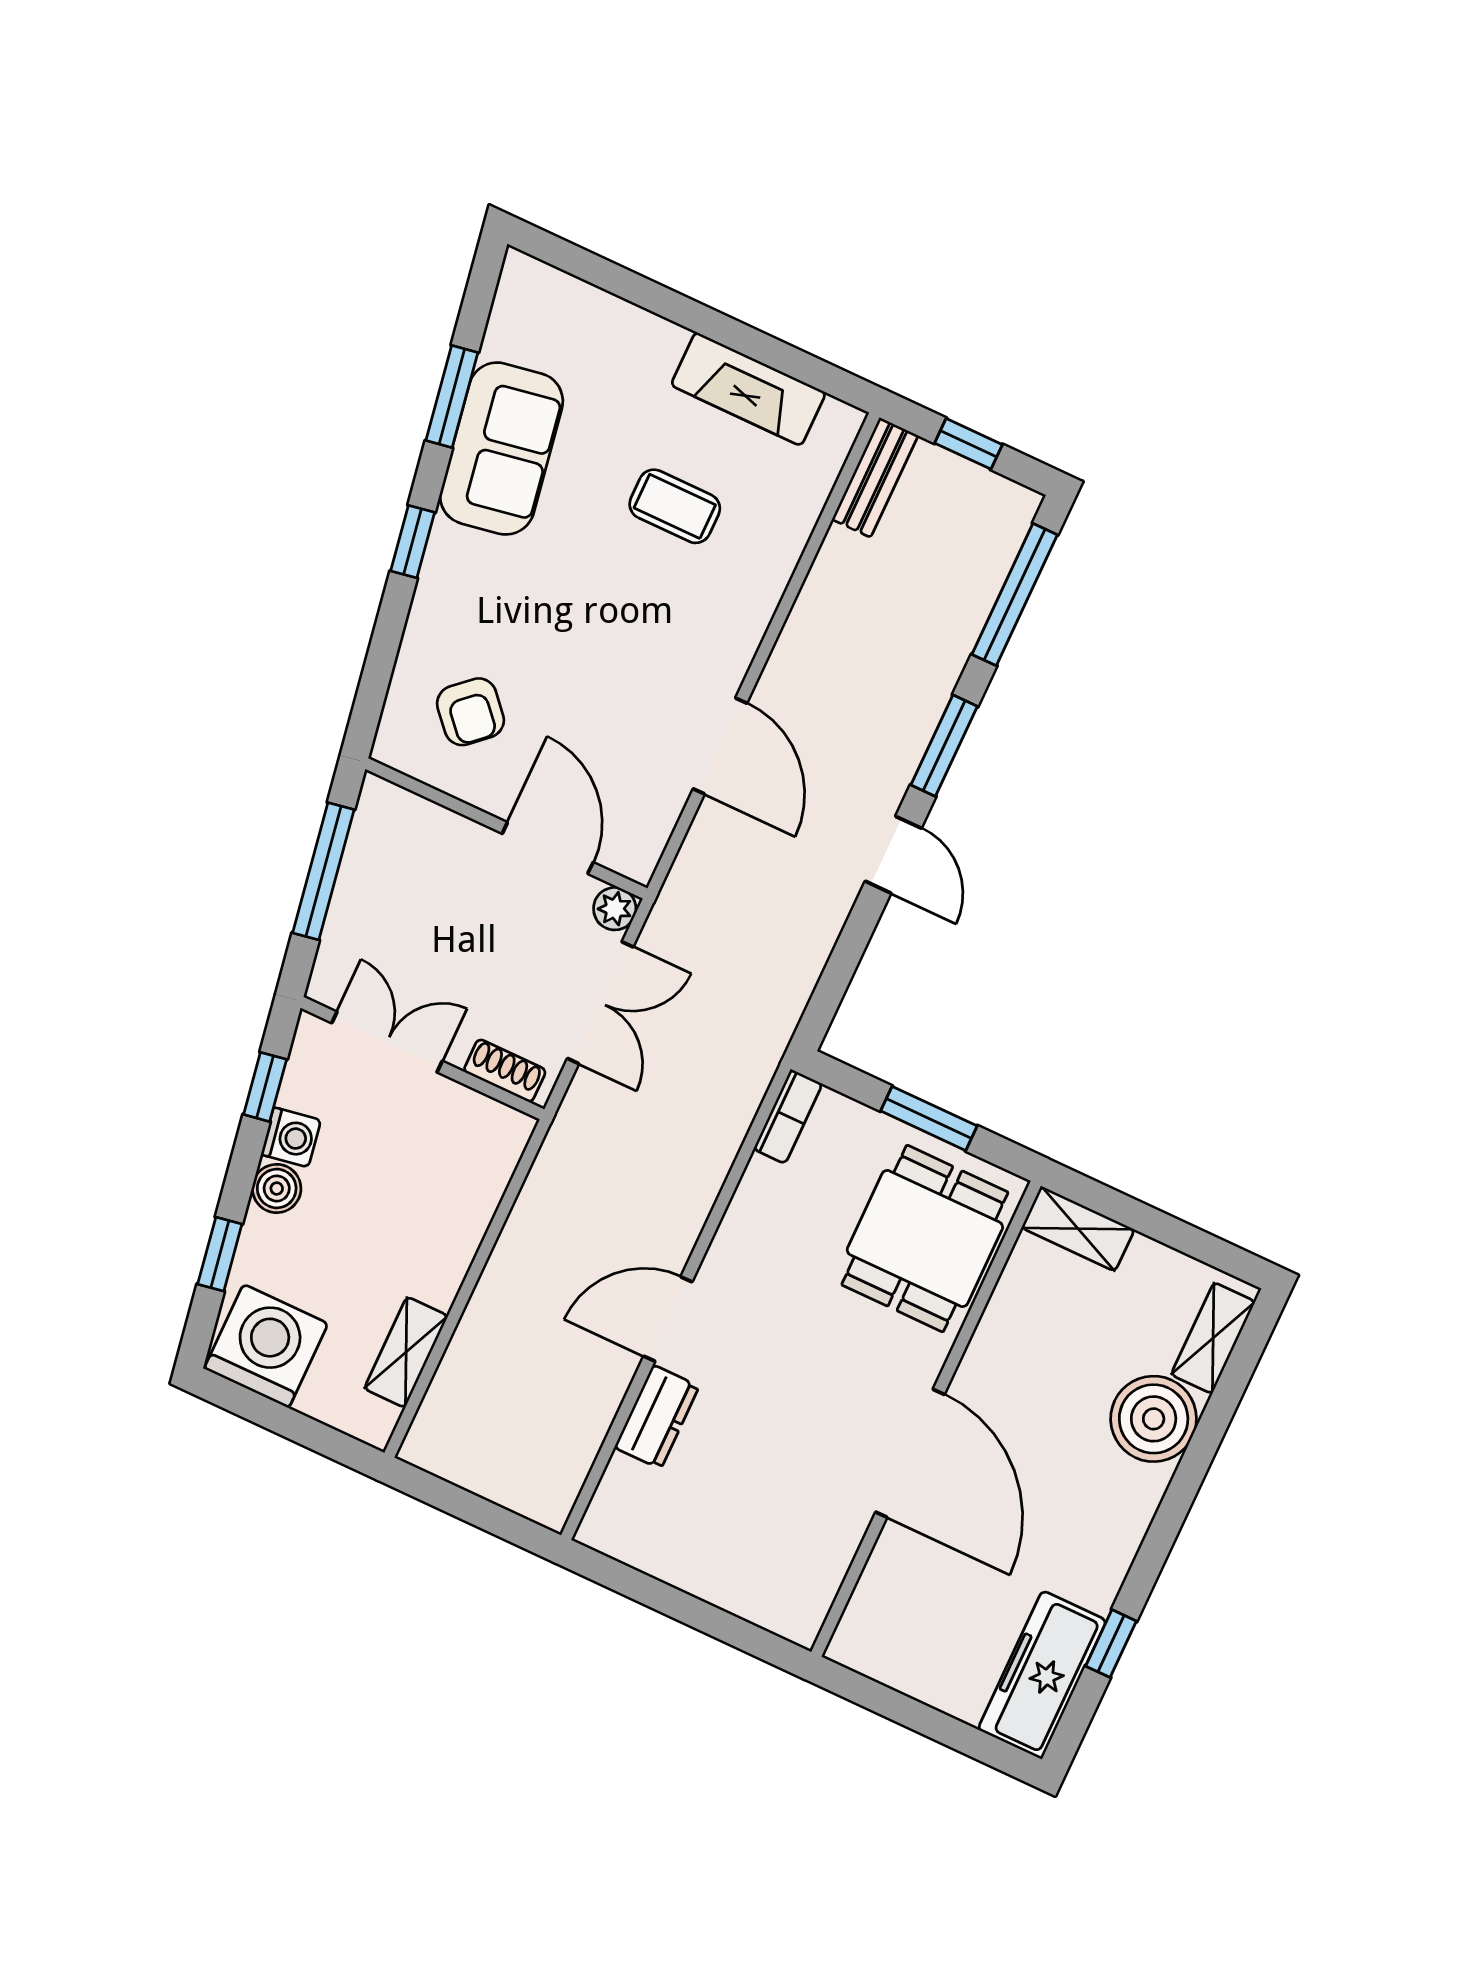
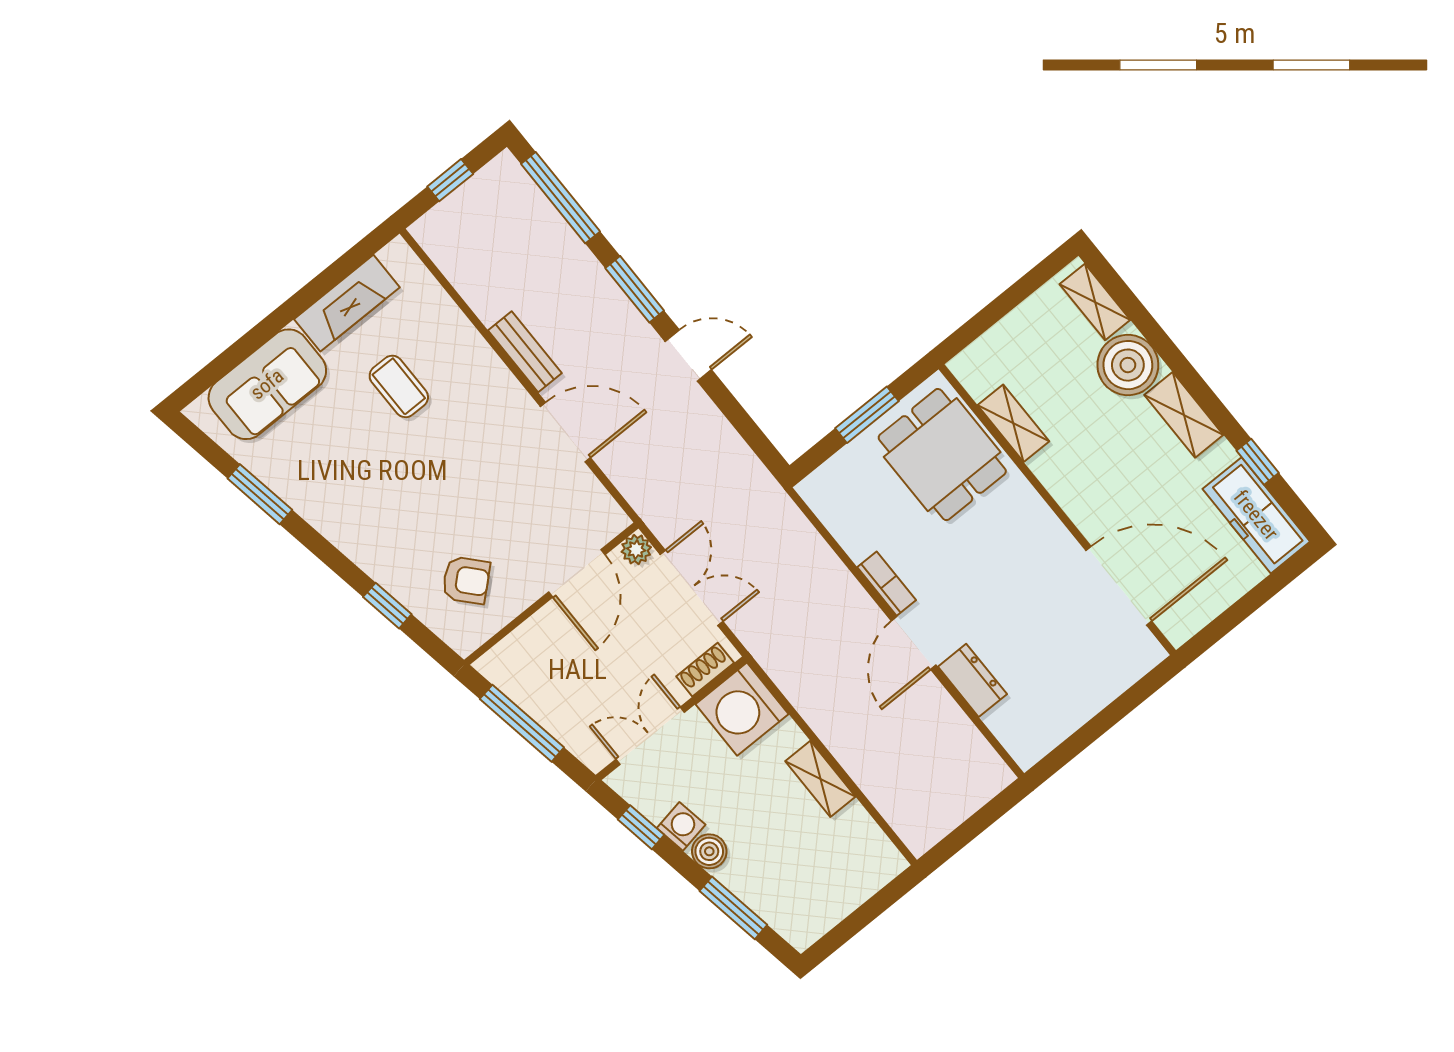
sofa: (501, 449) -> (267, 384), moved, turned 100
bench: (875, 477) -> (525, 352), moved
coffee table: (675, 506) -> (399, 386), turned 90
window: (413, 542) -> (387, 606), moved
door: (548, 848) -> (577, 573), swing flipped
bookcase: (788, 1116) -> (887, 584), moved
shelving: (1078, 1229) -> (1013, 423), moved, turned 90
window: (220, 1254) -> (733, 908), width x1.50
washing machine: (266, 1346) -> (742, 709), moved, turned -90
shelving: (406, 1352) -> (820, 779), moved
door: (910, 1453) -> (1119, 586), moved
shelving: (1125, 1521) -> (1184, 415), added

